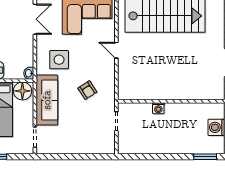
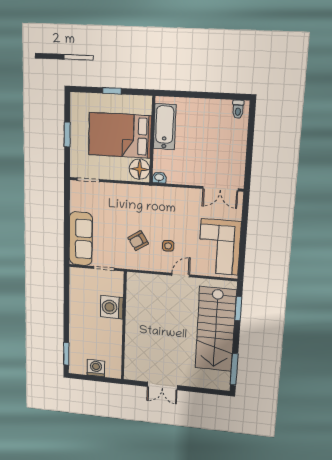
side table: (59, 60) -> (168, 246), moved, width x0.54, depth x0.54
sofa: (47, 100) -> (81, 239), moved, turned -90
washing machine: (158, 108) -> (112, 307), width x1.89, depth x1.89

